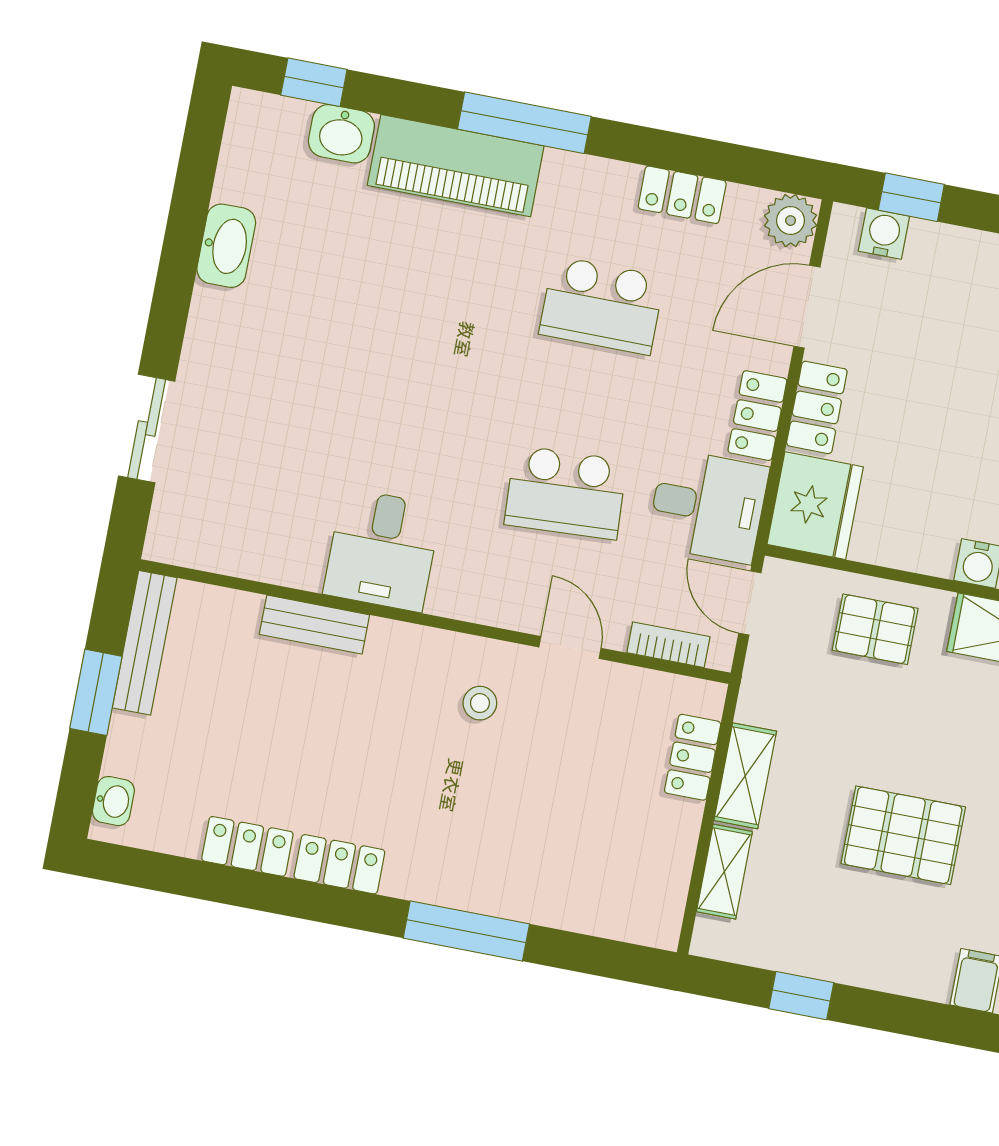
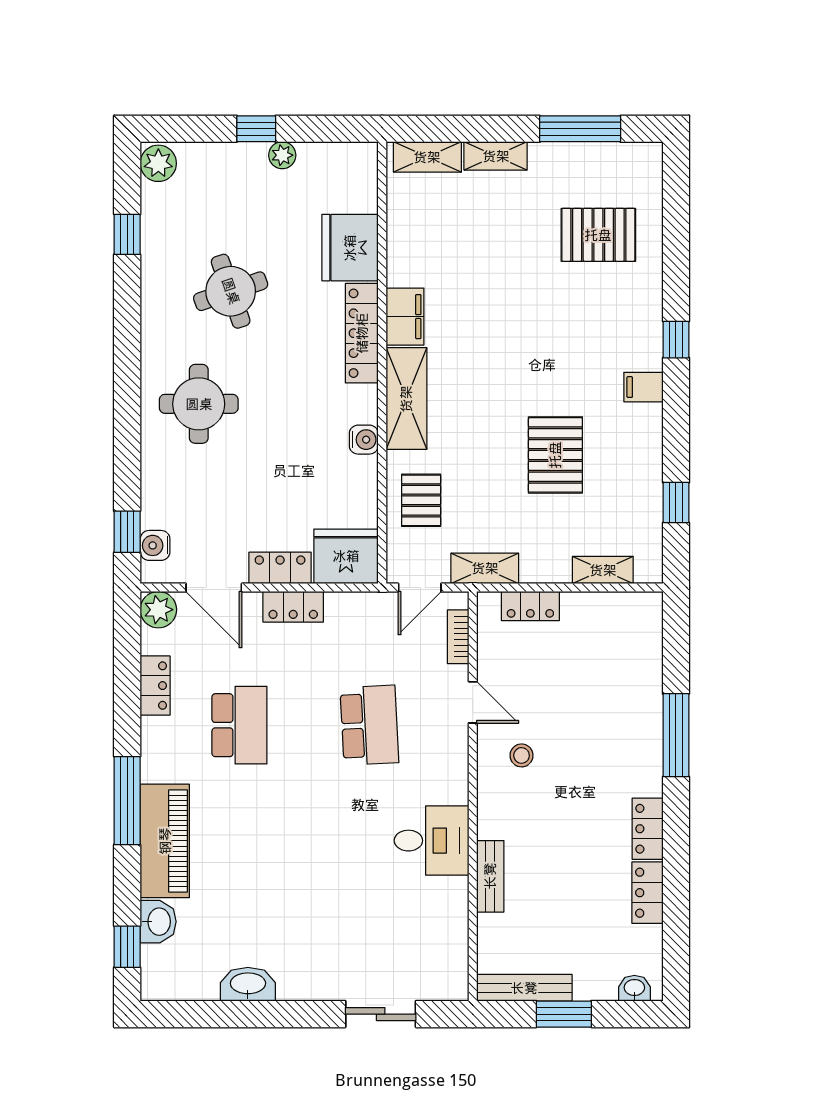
desk: (708, 506) -> (360, 628), removed
door: (570, 648) -> (473, 702), swing flipped
shelving: (745, 776) -> (485, 568), moved

